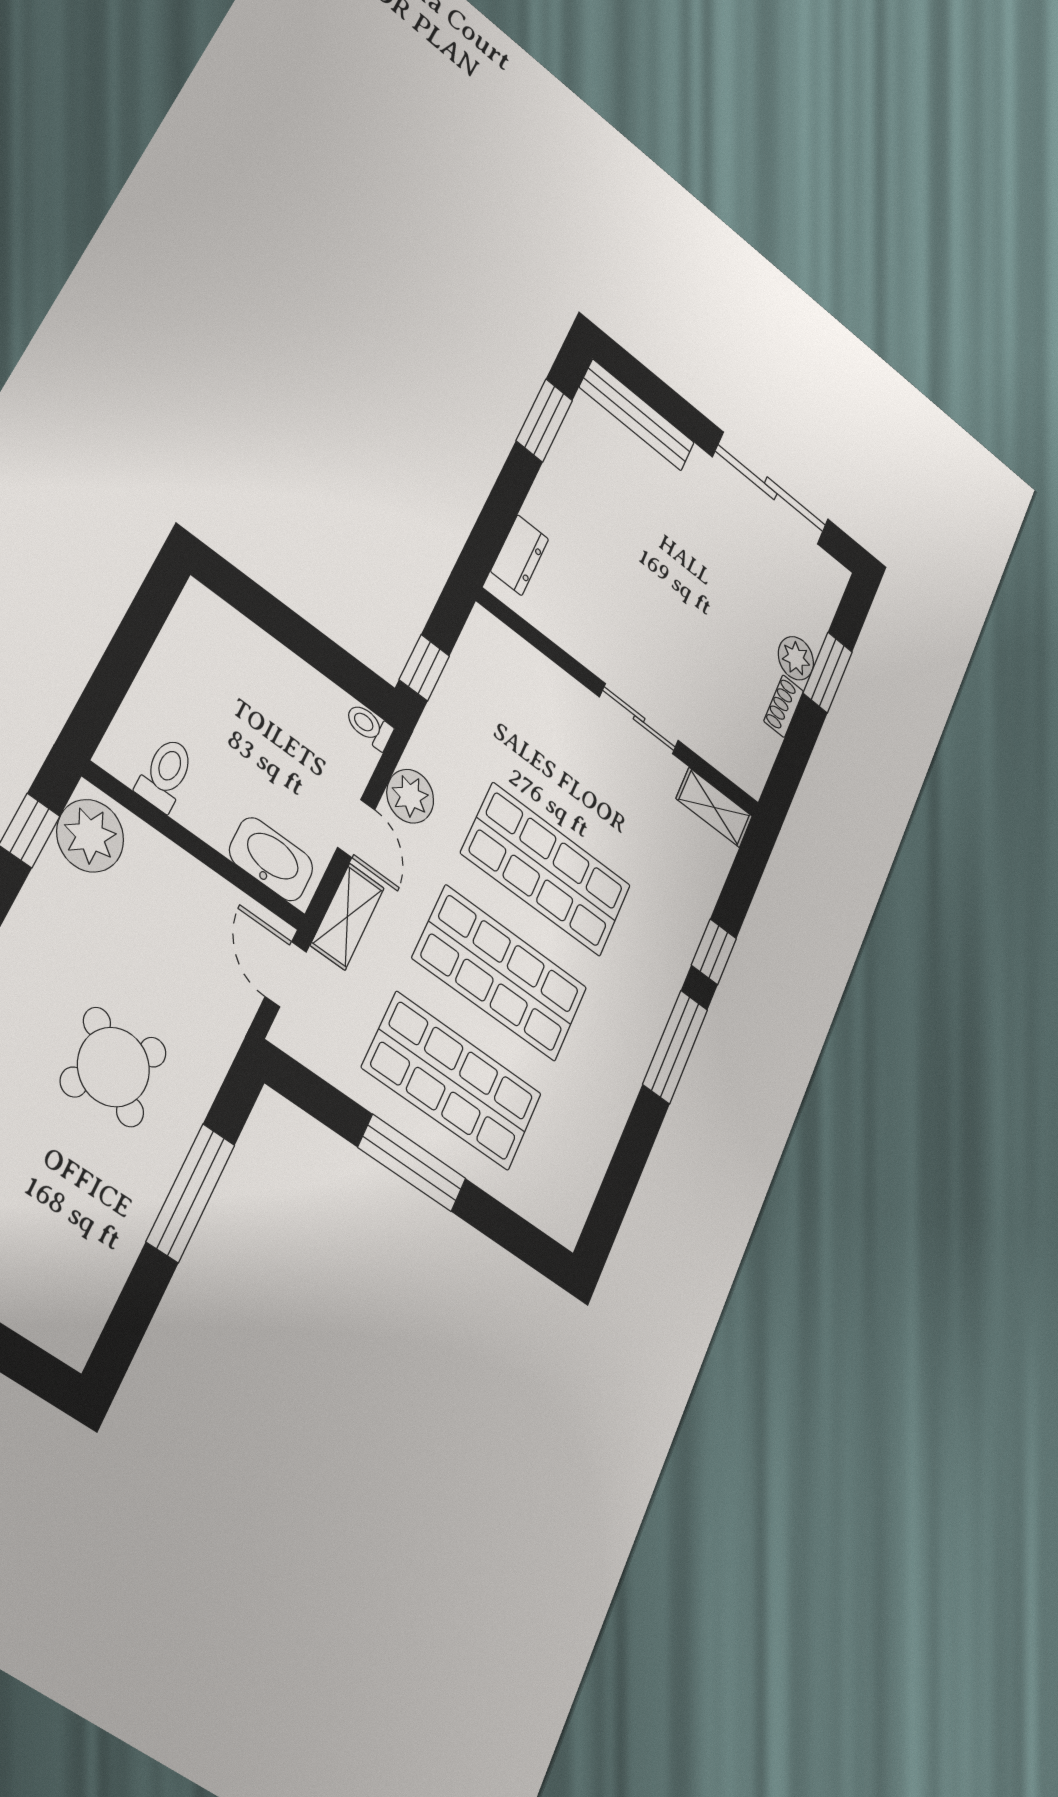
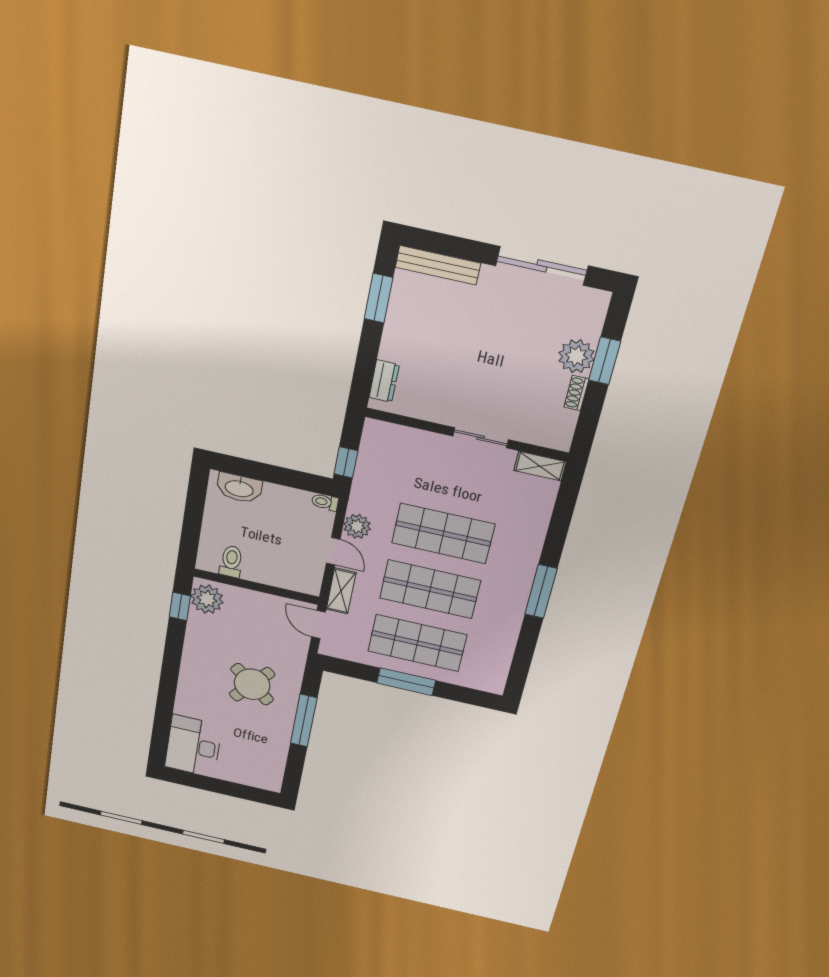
plant: (796, 658) -> (576, 356), width x1.36, depth x1.36
washbasin: (271, 859) -> (239, 488), moved, turned 180
window: (714, 952) -> (555, 539), removed

